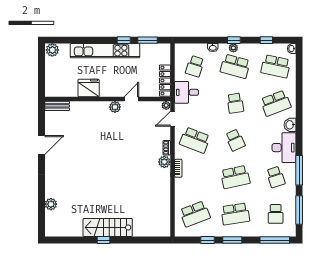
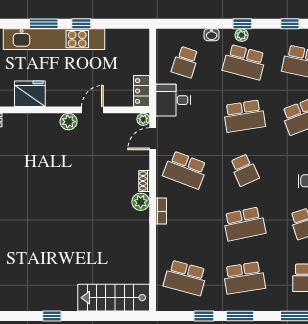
window: (147, 40) -> (44, 24), moved
locker: (165, 81) -> (141, 91), width x0.66
school desk: (235, 103) -> (244, 116), width x1.85
school desk: (195, 214) -> (185, 278), turned 36
stairs: (108, 227) -> (114, 298), moved

